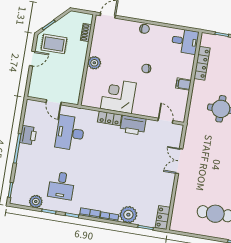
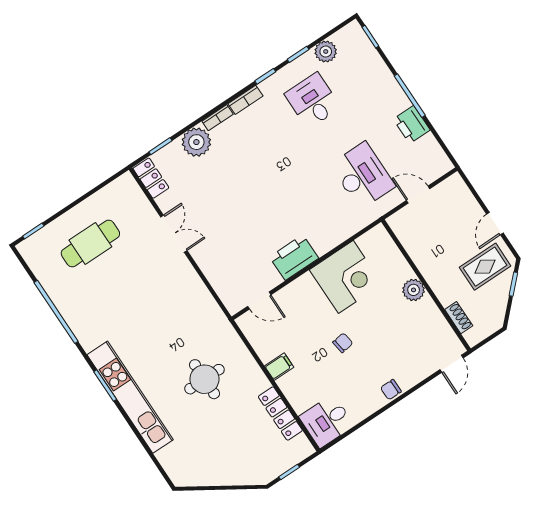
locker: (110, 118) -> (331, 239), removed
double door: (179, 161) -> (174, 234), moved

